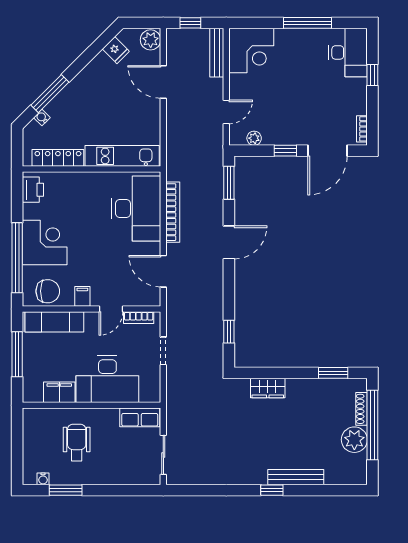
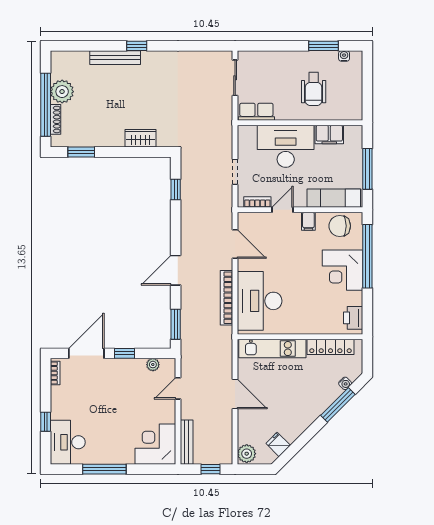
door: (163, 82) -> (235, 394), moved

